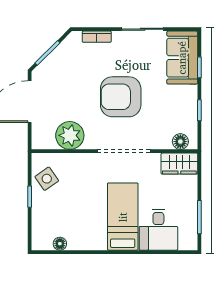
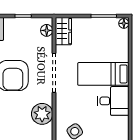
desk: (158, 230) -> (113, 101), moved
floor lamp: (60, 244) -> (124, 23), moved

